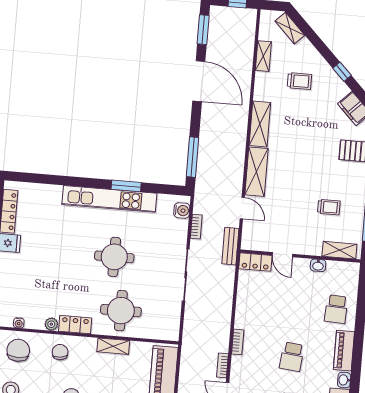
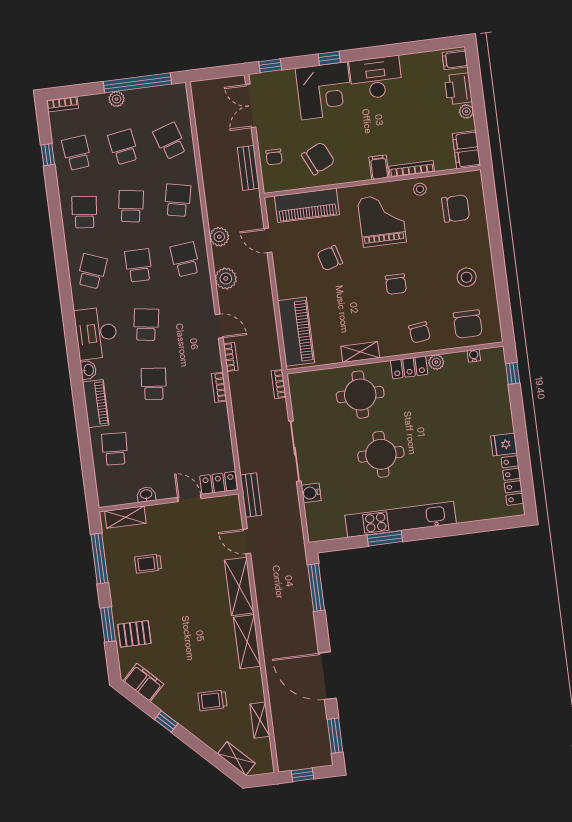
water cooler: (182, 210) -> (311, 493), moved
bookcase: (196, 227) -> (279, 384), moved

